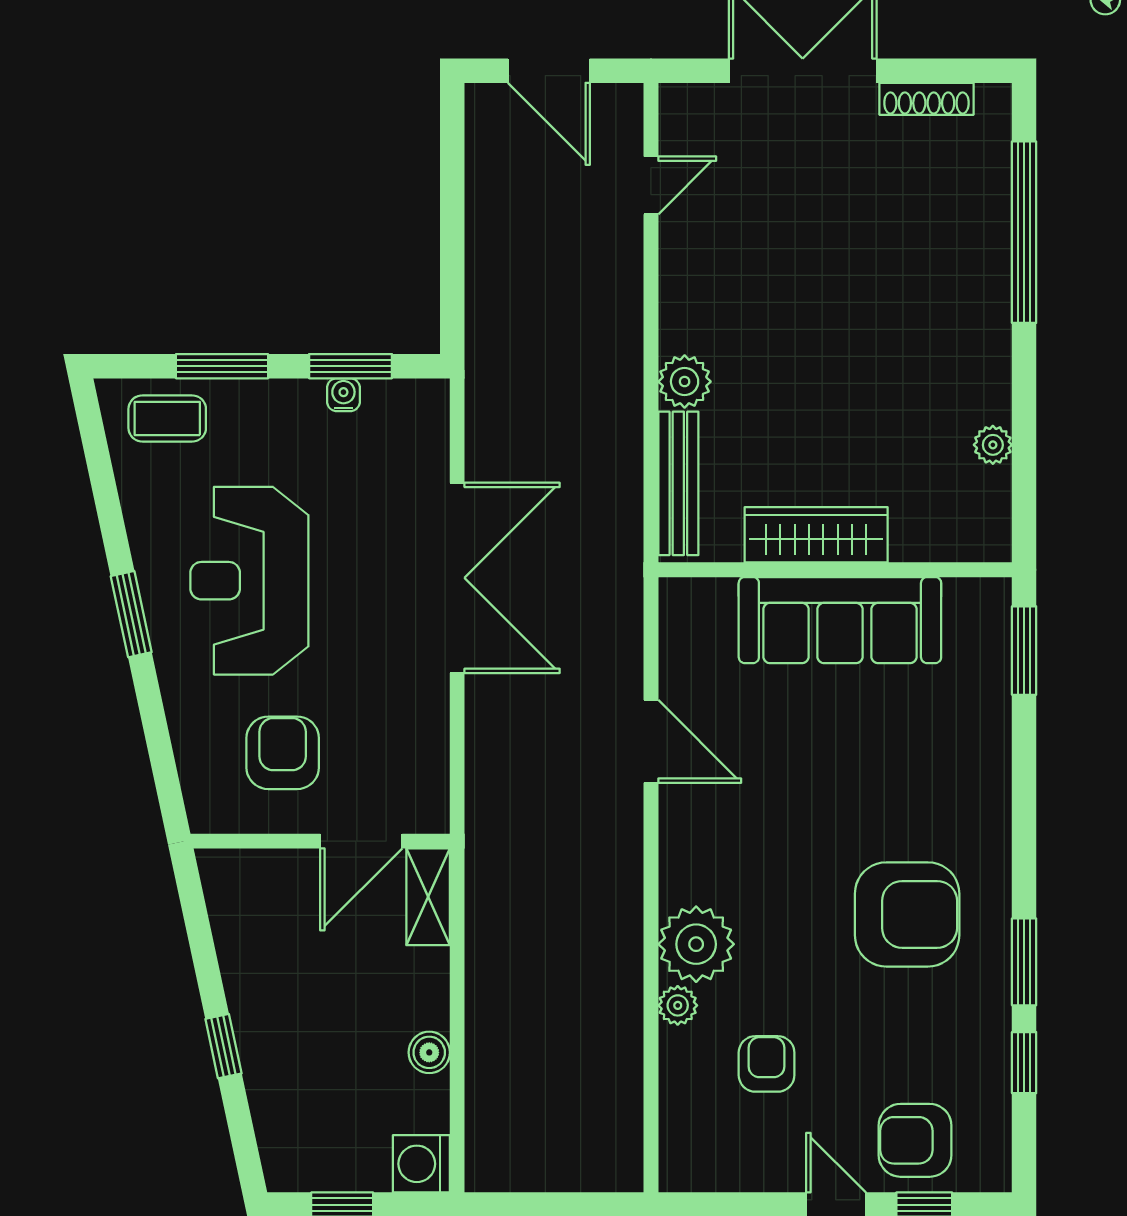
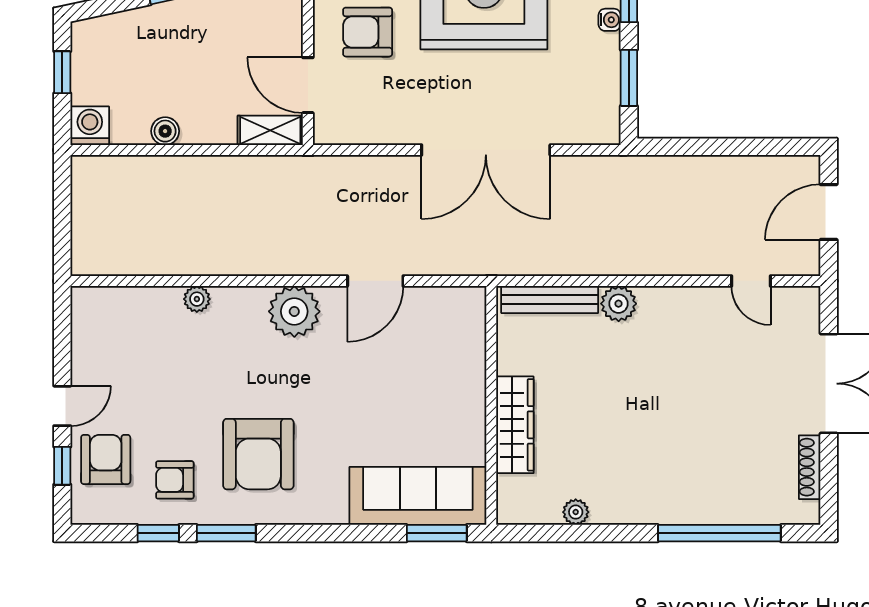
water cooler: (343, 395) -> (610, 20), moved
wardrobe: (816, 535) -> (515, 425), moved
sofa: (840, 620) -> (418, 496), moved, turned 90
armchair: (283, 753) -> (368, 32), turned 180
plant: (696, 944) -> (294, 311), moved
armchair: (767, 1064) -> (175, 480), moved, turned 180

